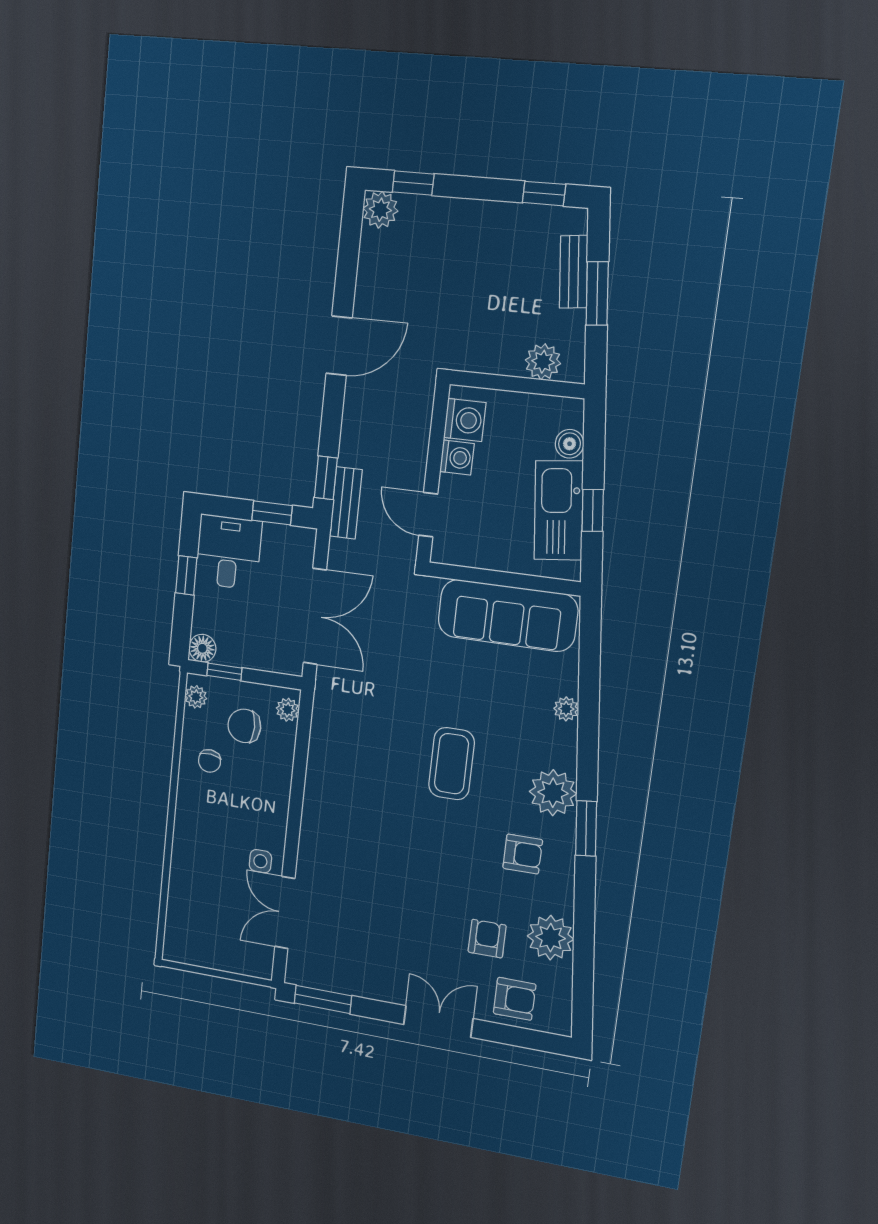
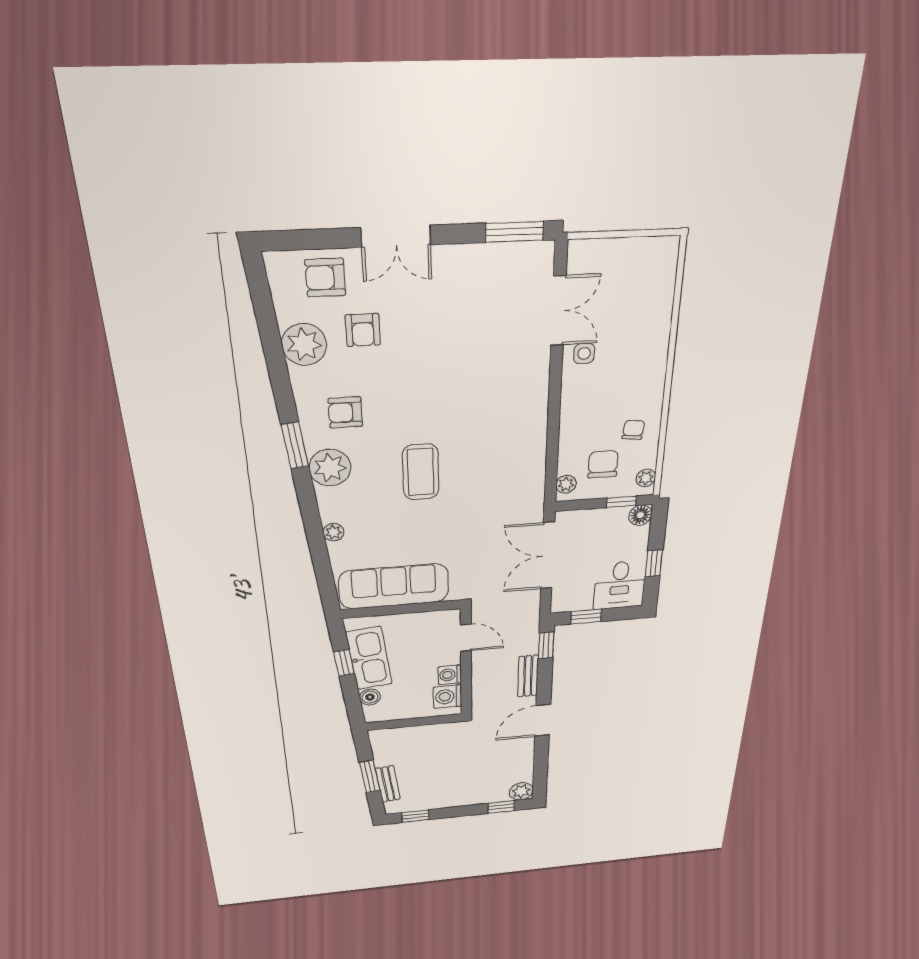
plant: (543, 362) -> (398, 737), removed
bench: (346, 503) -> (528, 676), moved
chair: (244, 726) -> (603, 464), turned -90

